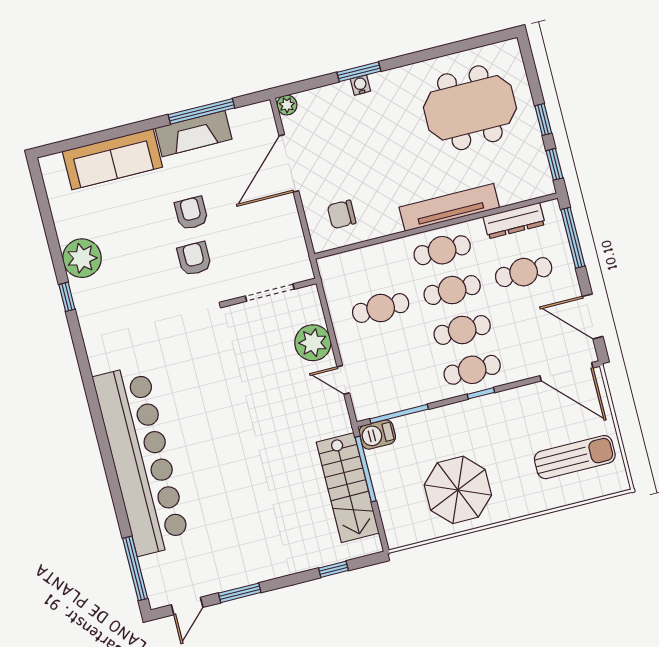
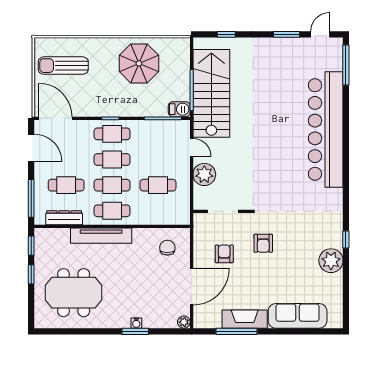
armchair: (191, 213) -> (224, 254), moved, turned 180
chair: (342, 214) -> (167, 248), turned -90
stairs: (348, 488) -> (211, 93), width x1.36, depth x1.51

